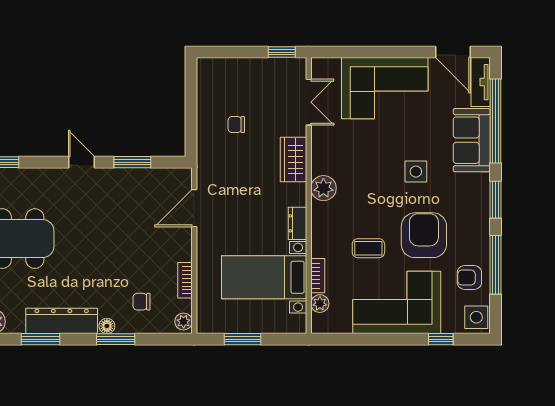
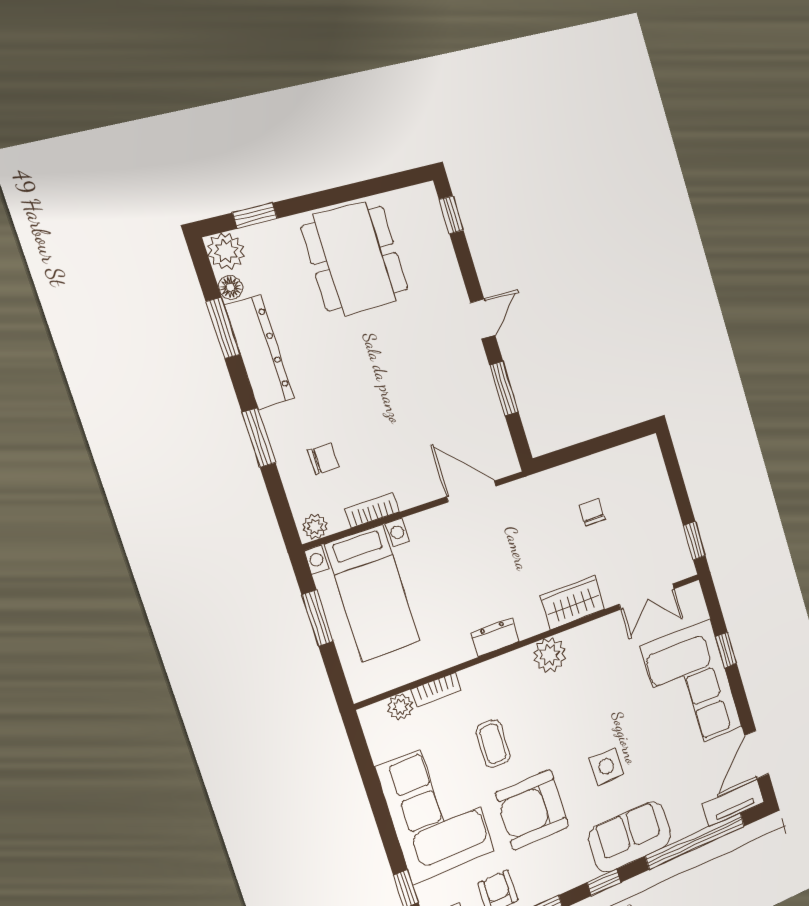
window: (369, 52) -> (726, 650), added
sofa: (472, 140) -> (630, 837), moved
window: (495, 200) -> (604, 882), width x0.67
armchair: (424, 235) -> (532, 810), turned 180
bed with nightstands: (264, 277) -> (372, 593), moved, turned 180
chair: (142, 302) -> (323, 458), turned 90
floor lamp: (107, 326) -> (231, 287), moved

